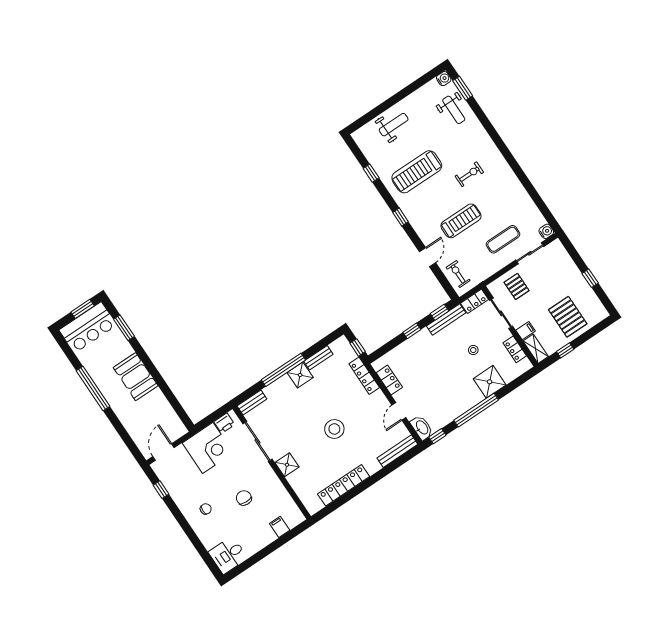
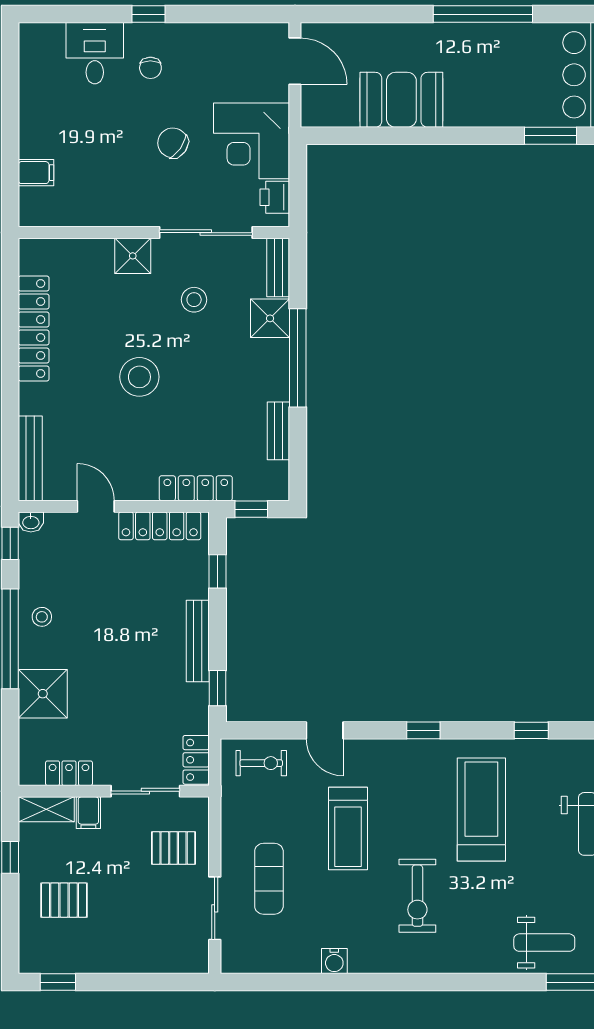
weight bench: (454, 110) -> (544, 943), turned 180
exercise bike: (469, 174) -> (417, 896), width x1.38, depth x1.39
water cooler: (546, 231) -> (334, 961), moved
window: (590, 278) -> (58, 982), moved
pallet: (568, 317) -> (64, 900), width x0.67, depth x0.71
bench: (446, 319) -> (198, 641), moved
window: (412, 331) -> (218, 571), moved
stool: (473, 350) -> (42, 617), moved
shower: (300, 375) -> (270, 318), moved
booth: (136, 377) -> (401, 100), moved
locker: (389, 380) -> (160, 526), width x1.53
stool: (288, 428) -> (194, 300), added
washbasin: (422, 428) -> (31, 522), width x0.52, depth x0.69
window: (161, 490) -> (148, 14), moved
chair: (244, 498) -> (173, 143), moved, turned -148
desk: (228, 555) -> (95, 53), moved

